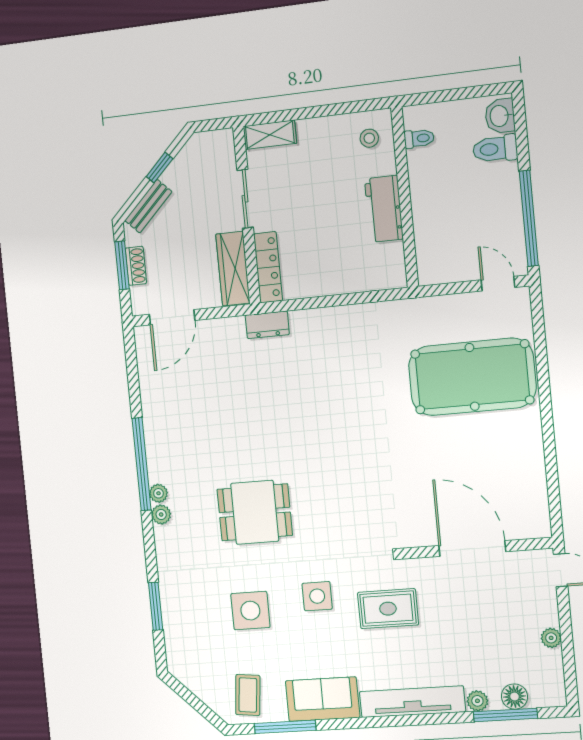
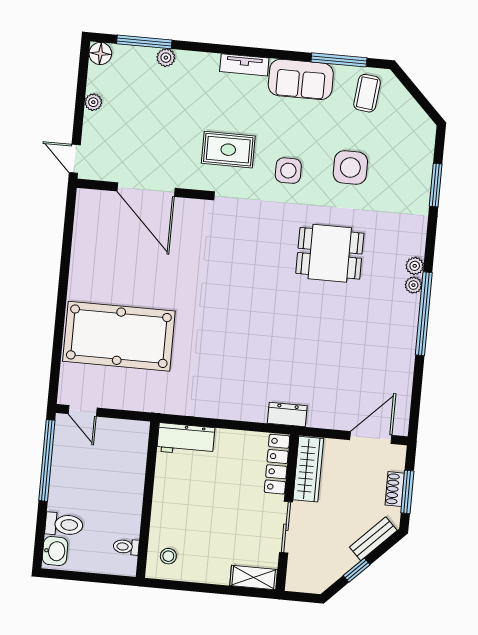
workbench: (384, 209) -> (186, 439), moved, turned 90
floor lamp: (514, 697) -> (100, 54), moved
tv unit: (412, 702) -> (244, 65), width x0.52, depth x0.78

